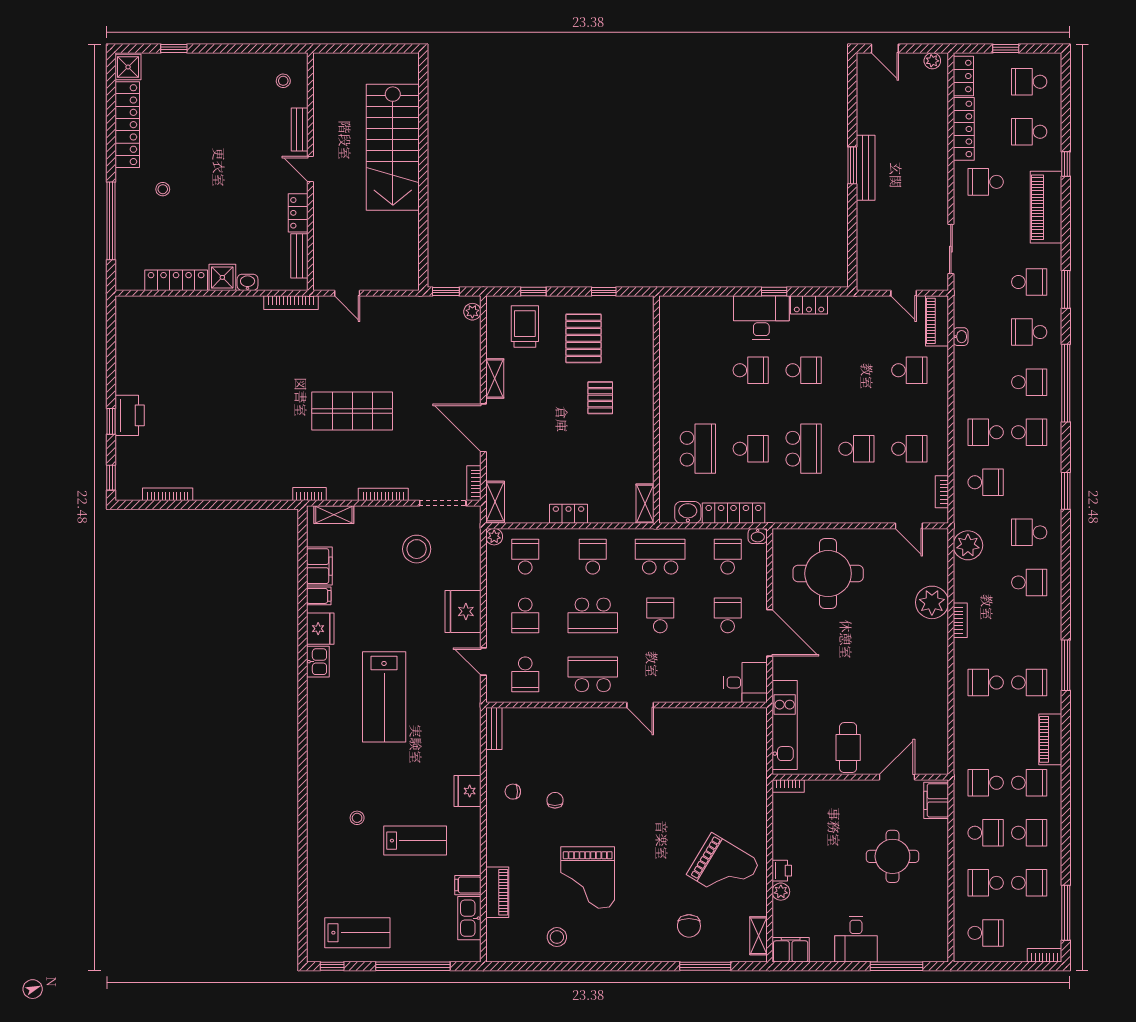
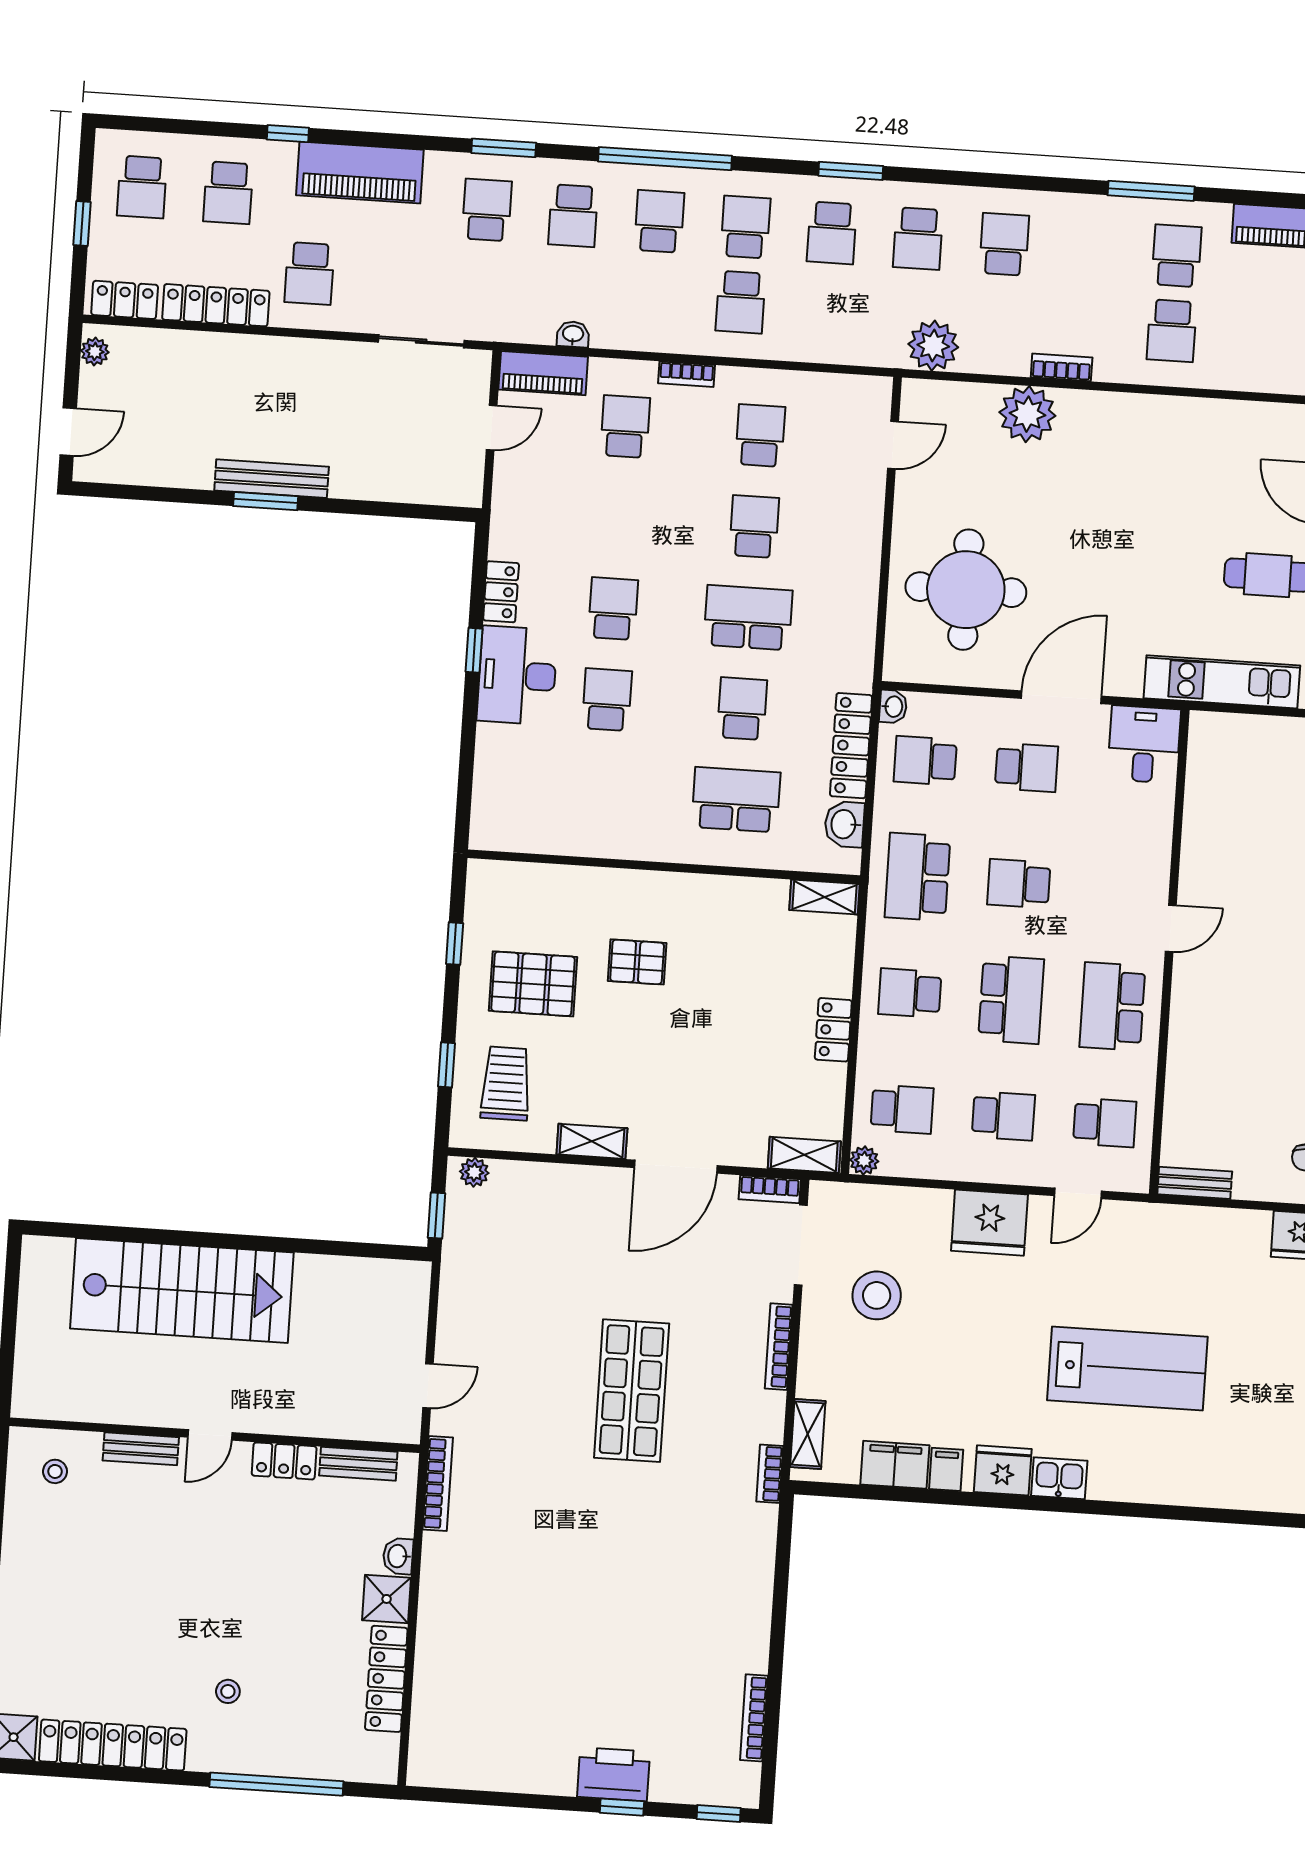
trolley: (525, 327) -> (506, 1083), turned 90
school desk: (986, 482) -> (832, 233), moved, turned 180
bookcase: (942, 492) -> (687, 374), moved
school desk: (525, 557) -> (902, 1109), turned 180
school desk: (728, 615) -> (1027, 767), turned 180

